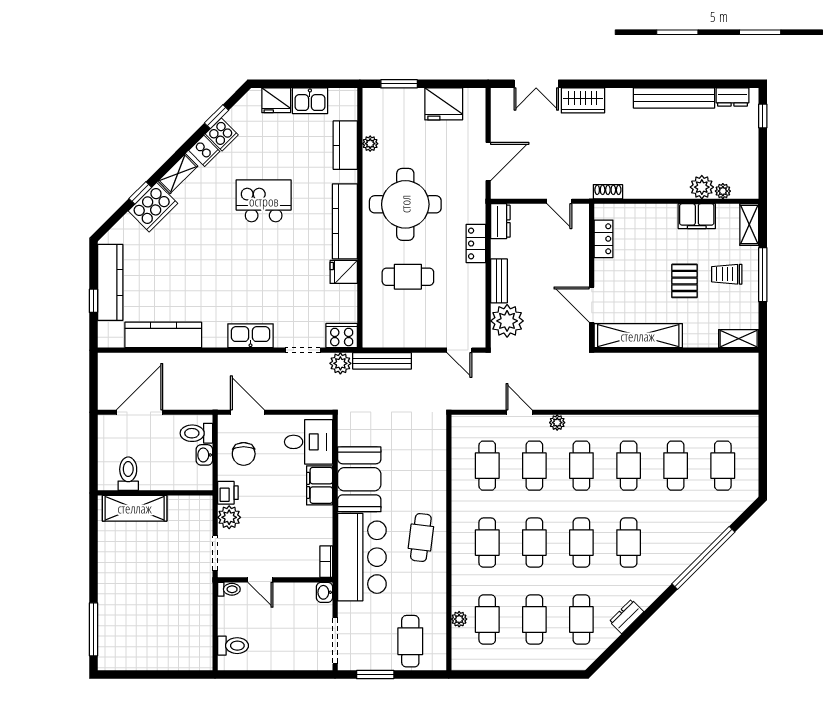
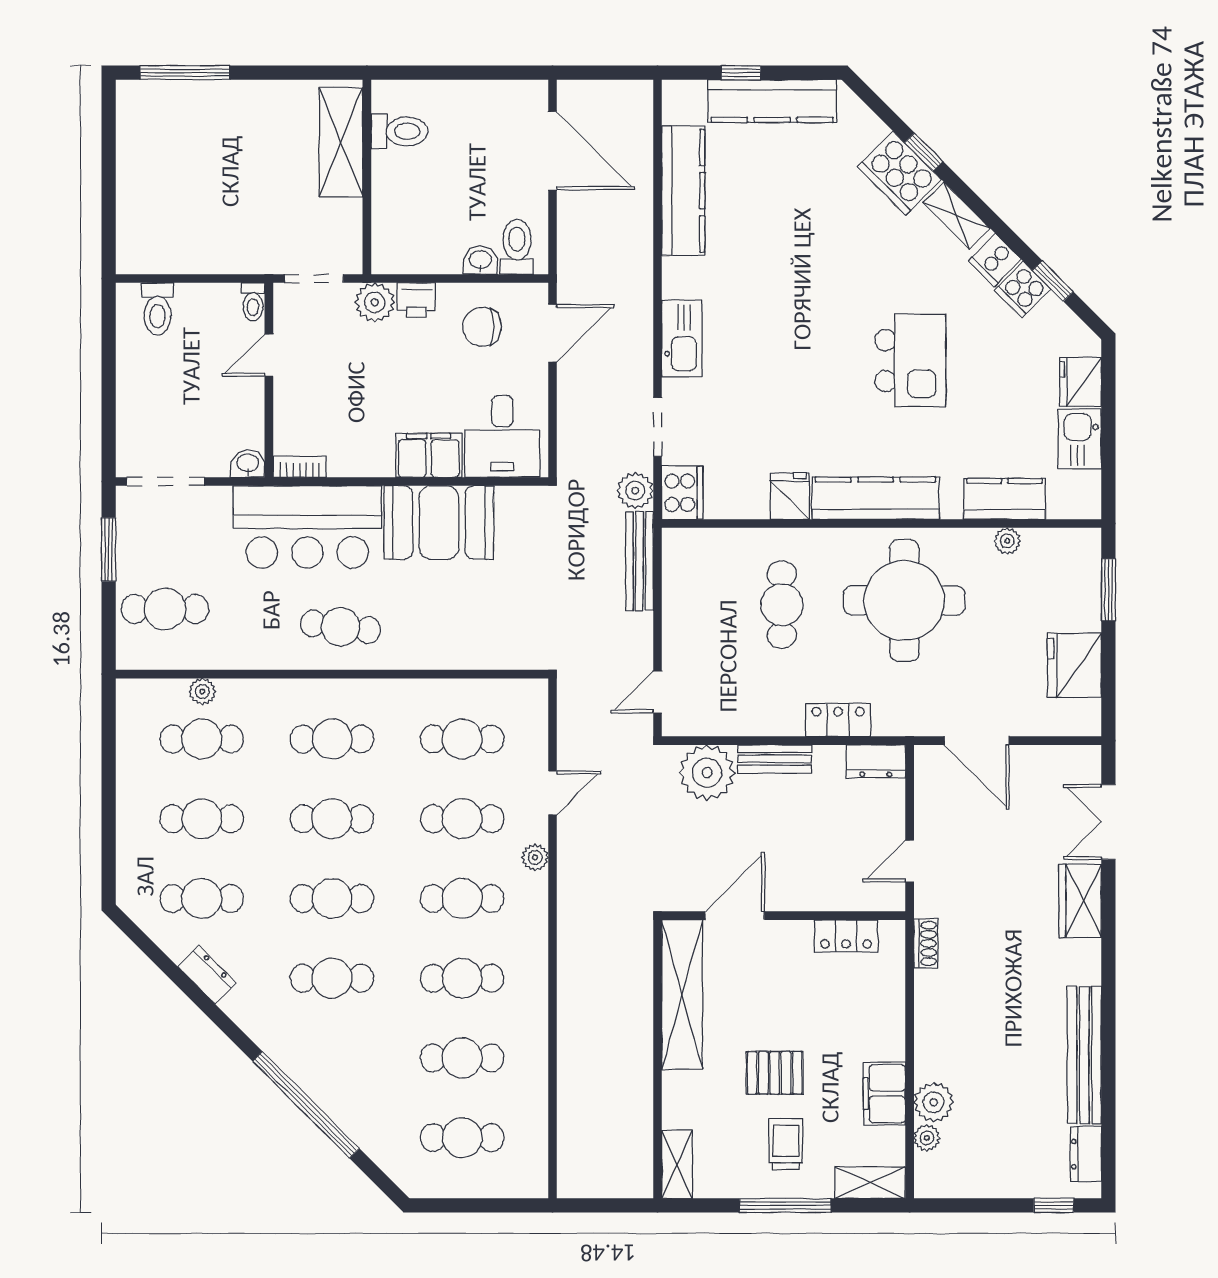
toilet: (128, 474) -> (399, 131), moved
wall: (155, 493) -> (367, 177), moved
shelving: (135, 508) -> (341, 142), moved

